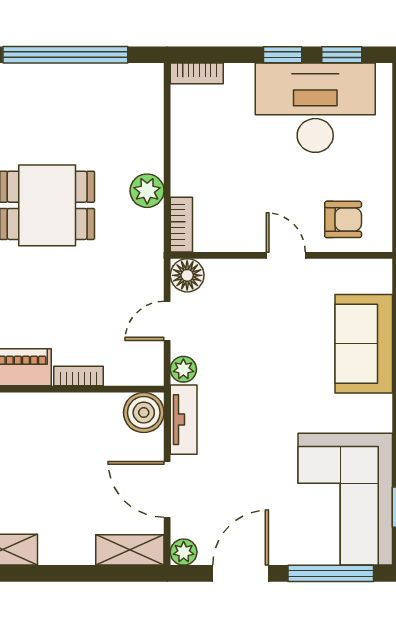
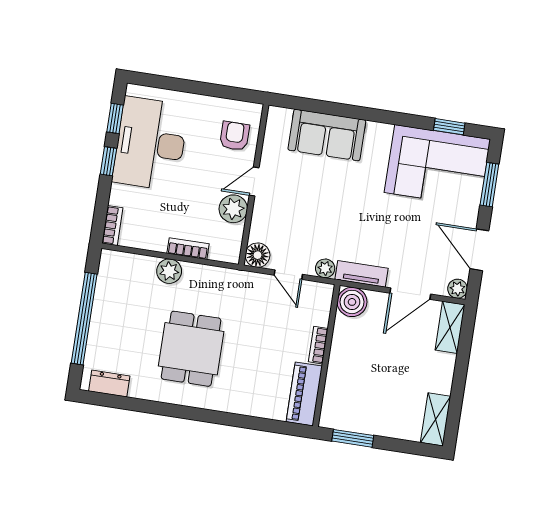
plant: (147, 191) -> (169, 271), moved
bookcase: (181, 225) -> (188, 249), moved
plant: (245, 233) -> (233, 209), added
window: (331, 573) -> (489, 185), width x0.69

